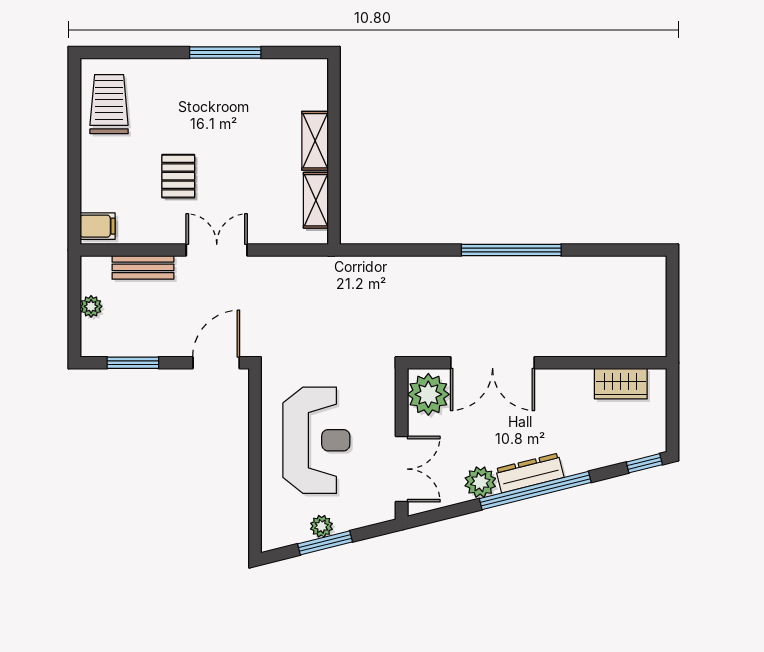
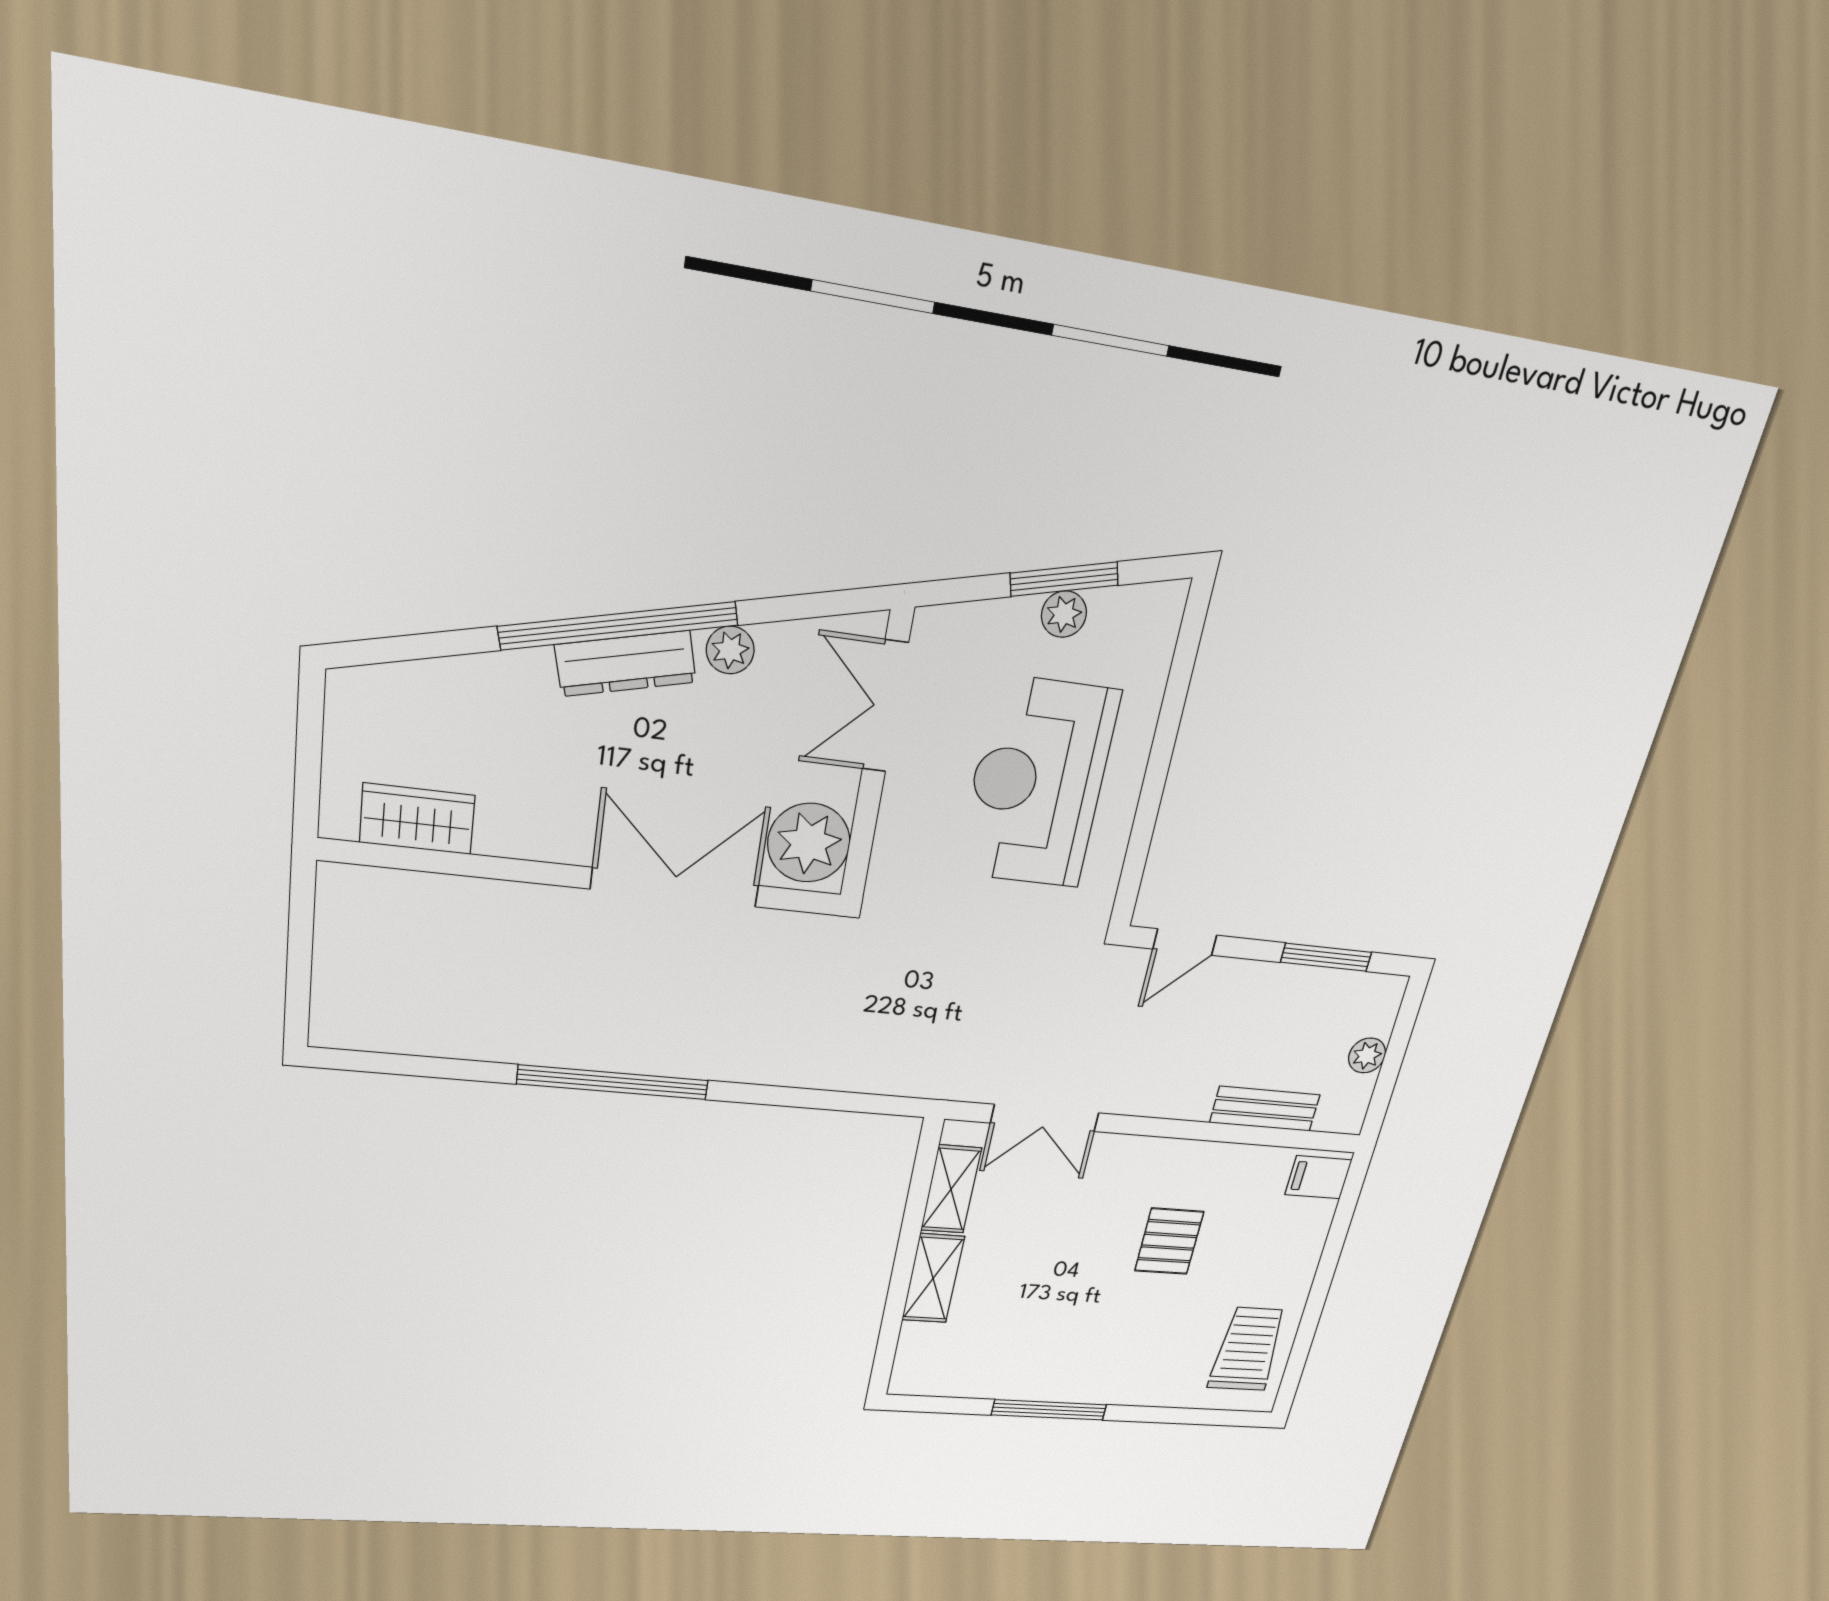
trolley: (109, 104) -> (1248, 1349), turned 180
double door: (217, 250) -> (1045, 1118), moved
door: (216, 363) -> (1185, 942), width x0.73
window: (644, 463) -> (377, 651), removed
plant: (480, 482) -> (730, 650), width x0.73, depth x0.73

